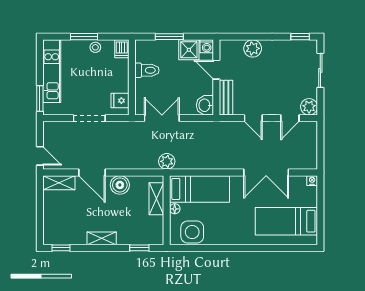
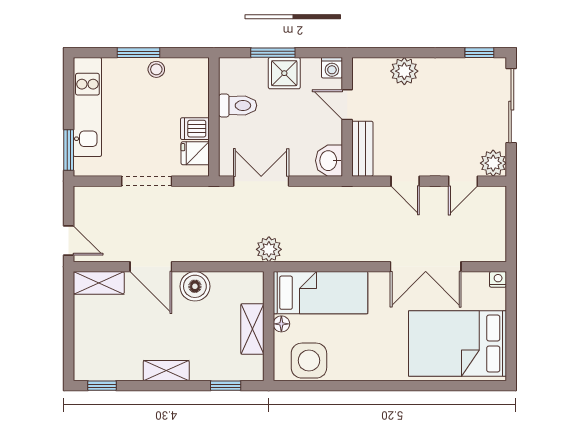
dishwasher: (122, 49) -> (195, 129), moved, turned 90
shower: (189, 50) -> (284, 73), moved
sliding door: (320, 70) -> (511, 106), width x1.37
shelving: (156, 199) -> (252, 329), moved
bed: (286, 221) -> (458, 343), width x1.50

